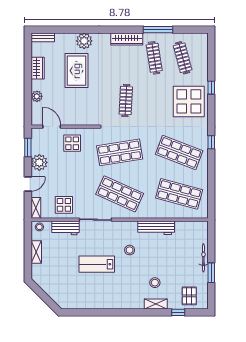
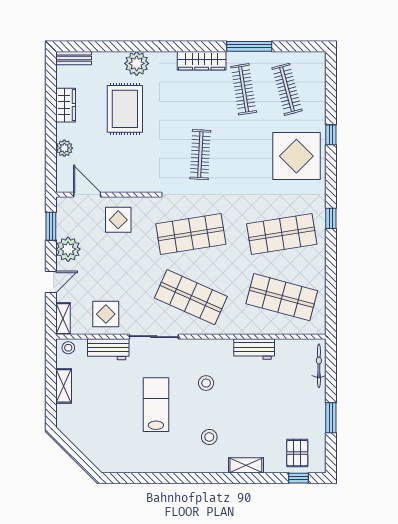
shop shelf: (179, 152) -> (282, 234), turned -30
workbench: (156, 228) -> (254, 349), width x0.73
bicycle: (203, 258) -> (319, 366), moved
lab bench: (97, 264) -> (156, 405), turned 90
stool: (155, 283) -> (209, 437), moved
window: (178, 312) -> (298, 478), moved

